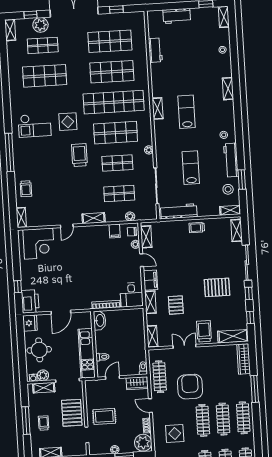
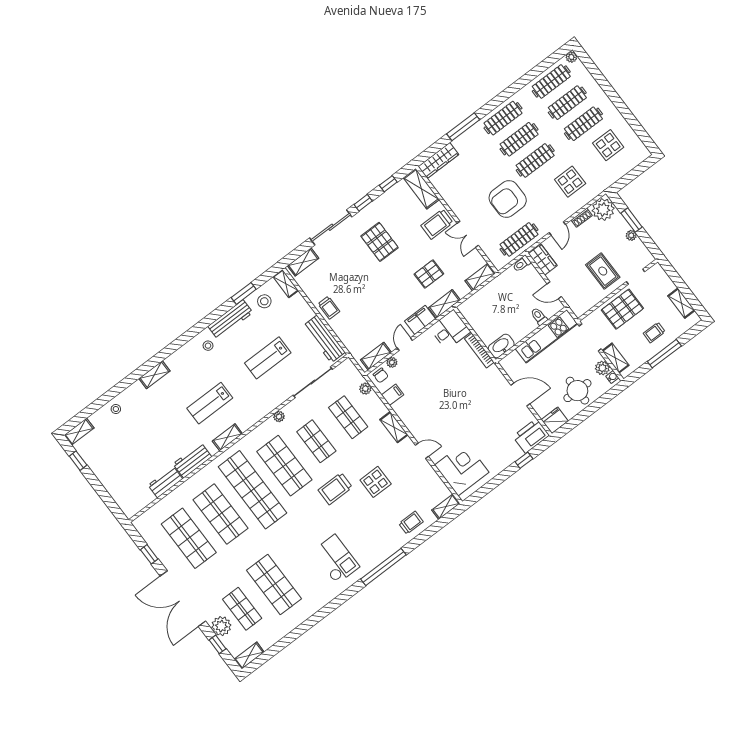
workbench: (177, 16) -> (192, 460), moved, turned -90
display table: (68, 122) -> (376, 482), moved

